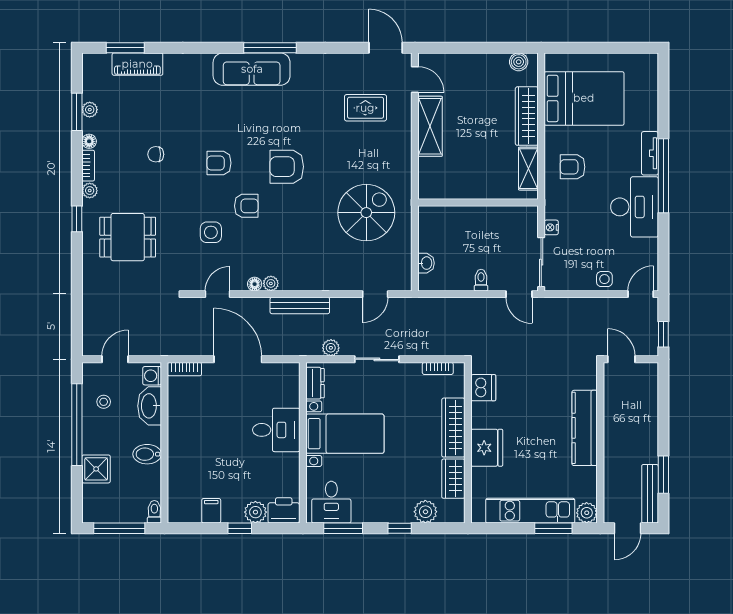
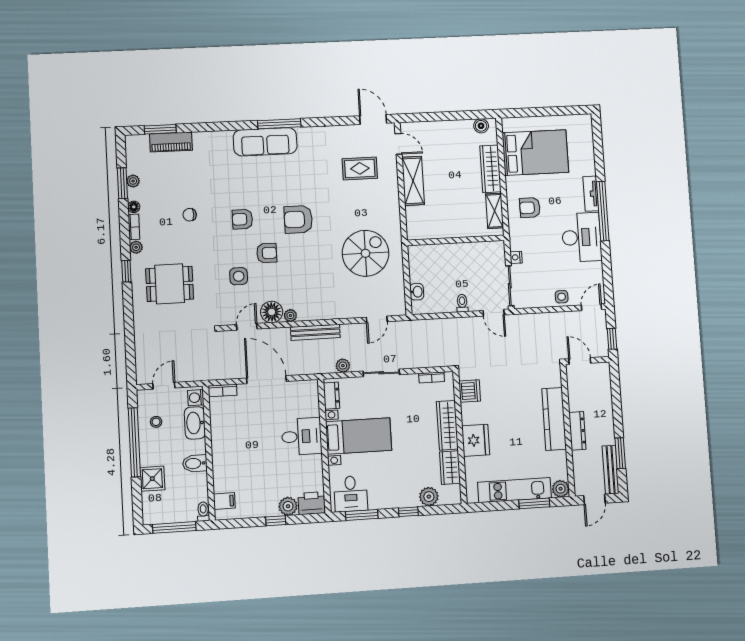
floor lamp: (255, 284) -> (272, 312), width x1.89, depth x1.89
dresser: (612, 444) -> (577, 431), added
filing cabinet: (211, 511) -> (224, 501), moved, turned 90

